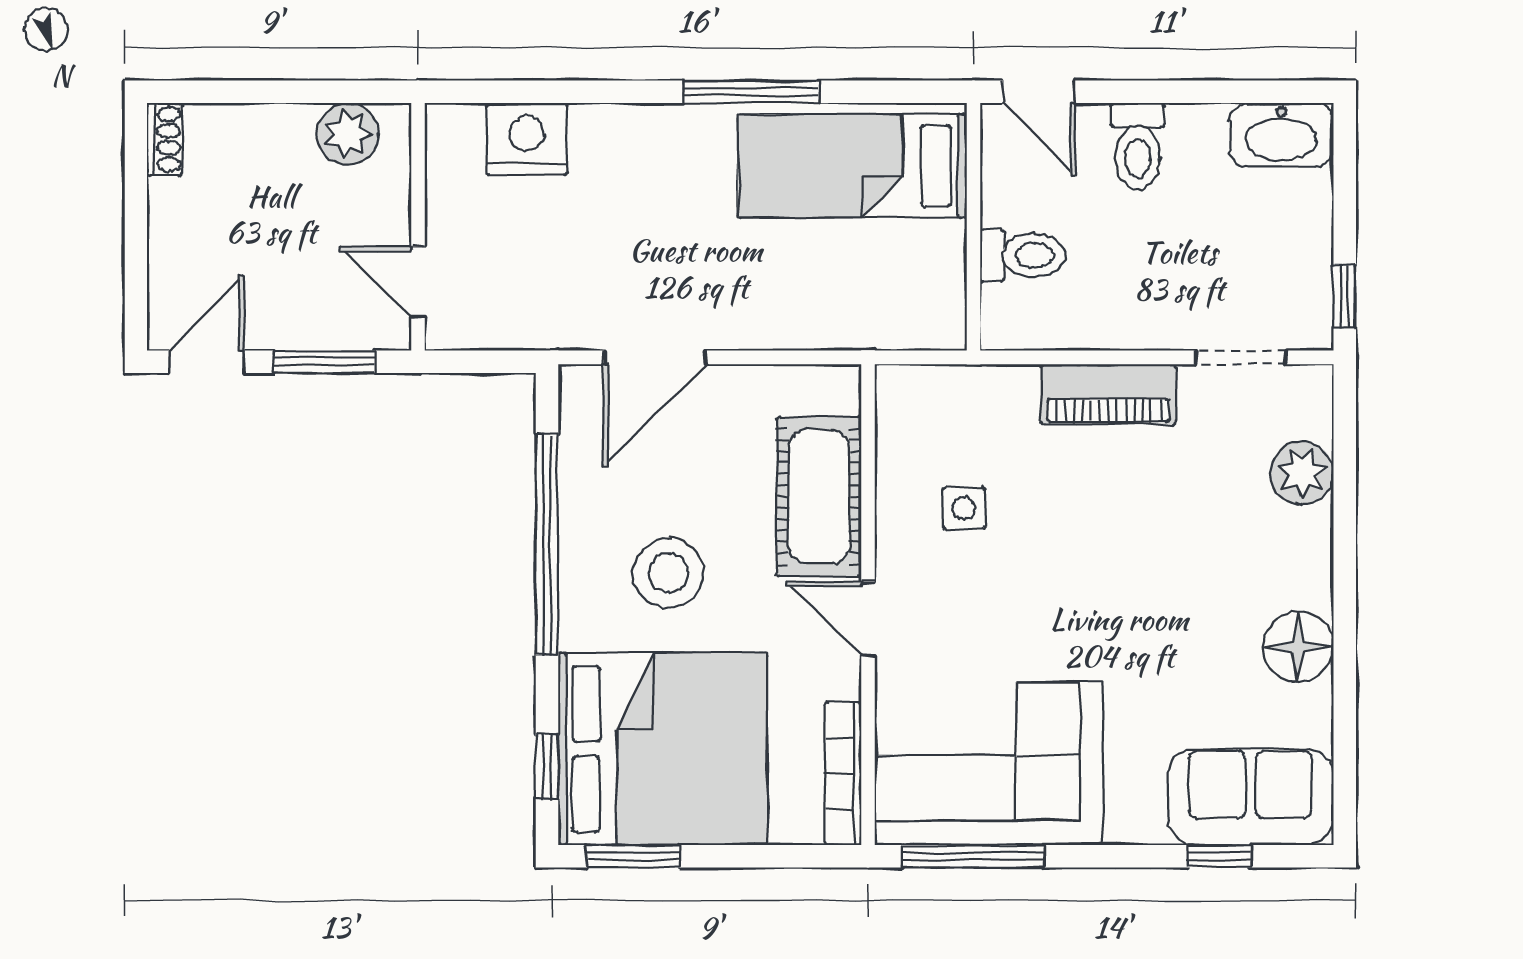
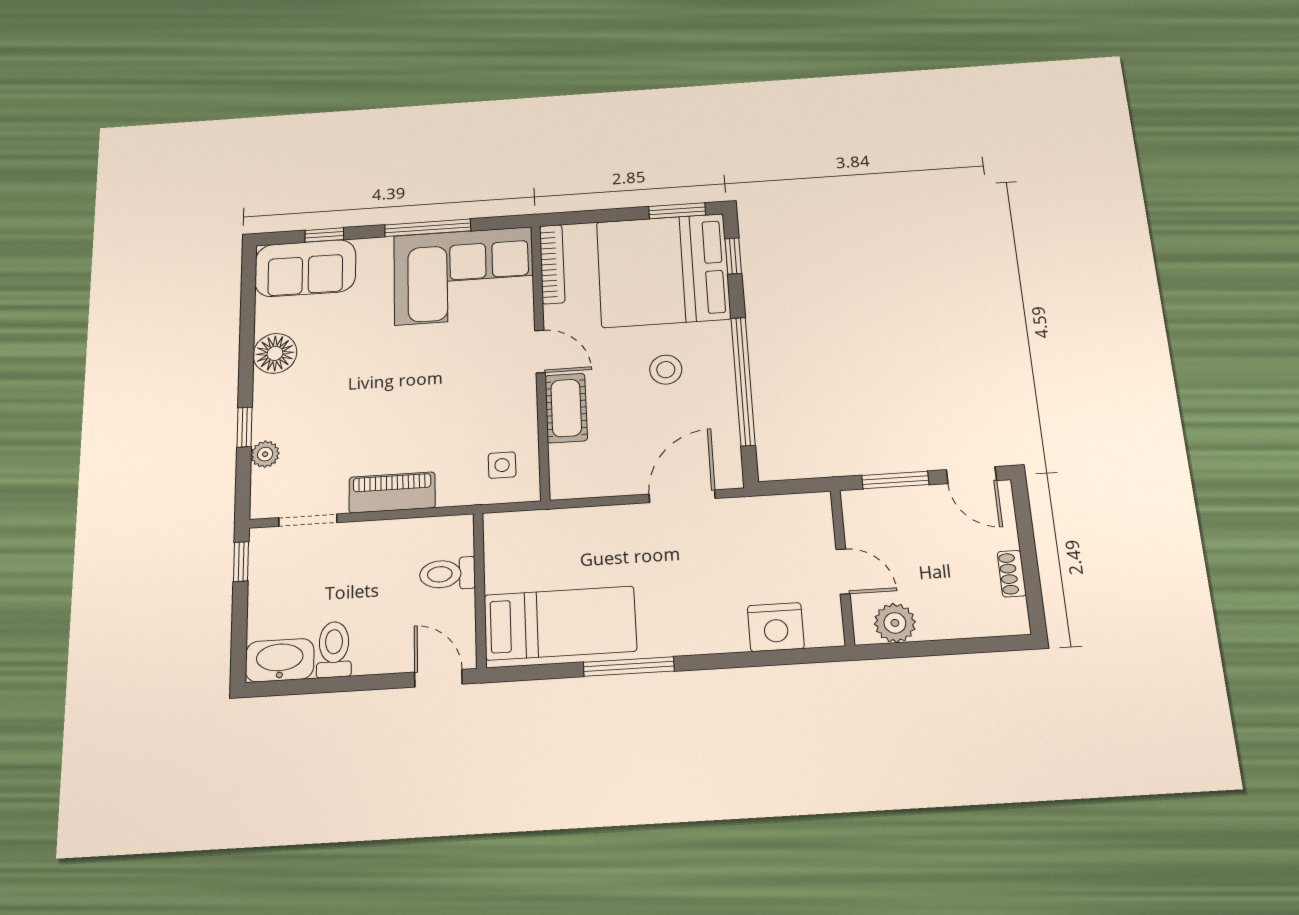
shoe rack: (165, 139) -> (1012, 574), moved
toilet: (1138, 146) -> (334, 649), moved
door: (418, 282) -> (843, 572), moved
door: (207, 362) -> (971, 475), hinge flipped
plant: (1302, 473) -> (265, 454), width x0.73, depth x0.73
cot: (819, 497) -> (566, 408), width x0.73, depth x0.75
side table: (964, 508) -> (502, 465), moved
window: (1345, 521) -> (245, 427), added
stool: (668, 573) -> (666, 370), width x0.73, depth x0.73
window: (973, 856) -> (428, 228), moved

